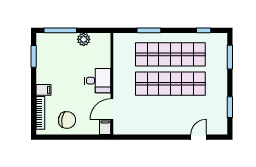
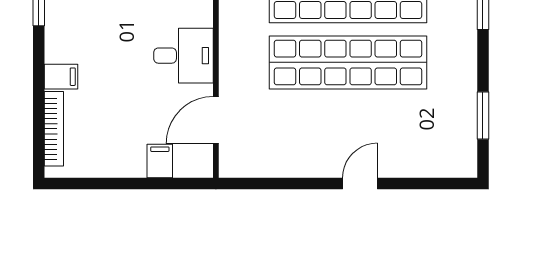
chair: (67, 120) -> (114, 145), removed
filing cabinet: (105, 127) -> (160, 161), moved
door: (199, 137) -> (360, 183), moved

